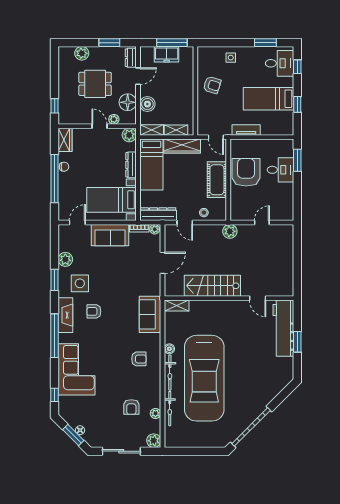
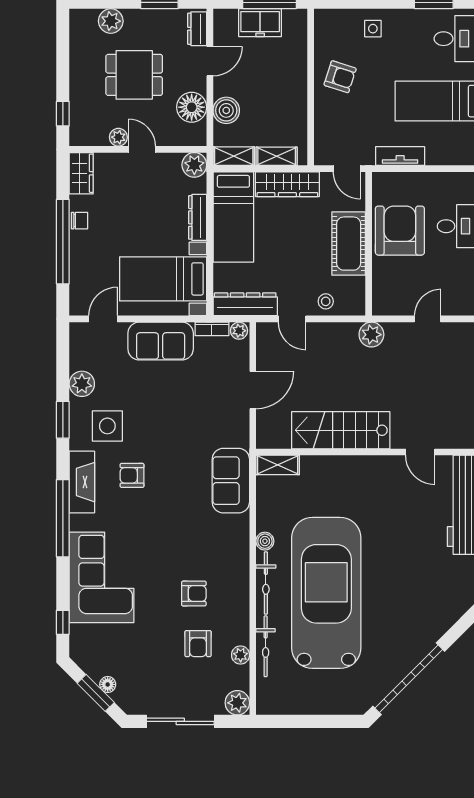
plant: (114, 119) -> (118, 137), moved
armchair: (139, 359) -> (194, 594), moved
car: (204, 378) -> (326, 593), turned 180

